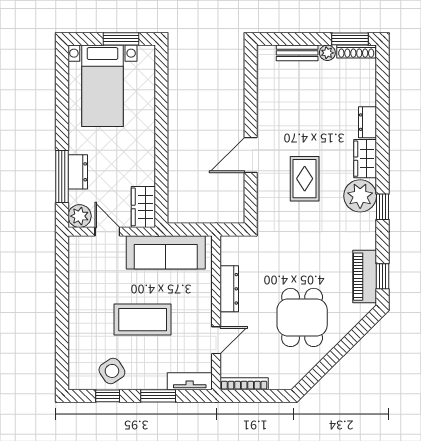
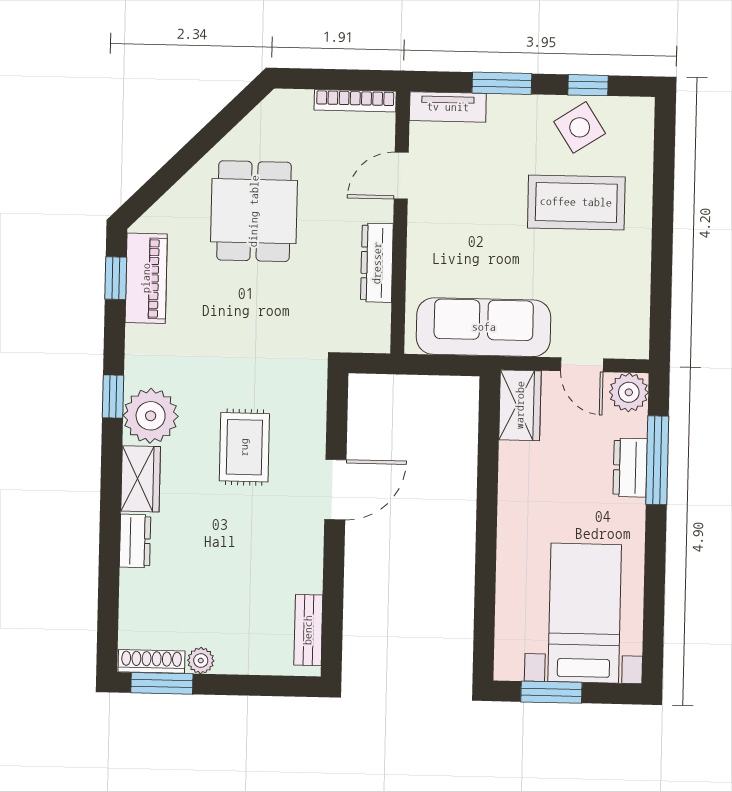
bench: (297, 53) -> (308, 630), moved, turned 90
coffee table: (143, 320) -> (576, 202), moved

